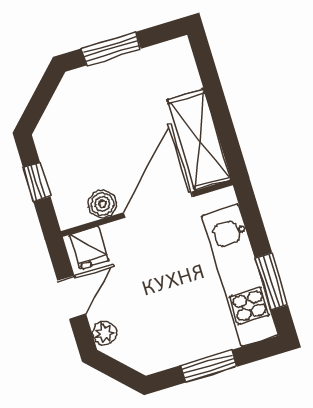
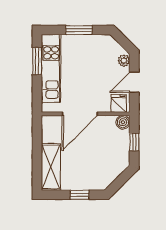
window: (111, 49) -> (80, 195), width x0.67
shelving: (199, 140) -> (51, 167), moved
boiler: (102, 204) -> (123, 122), moved

